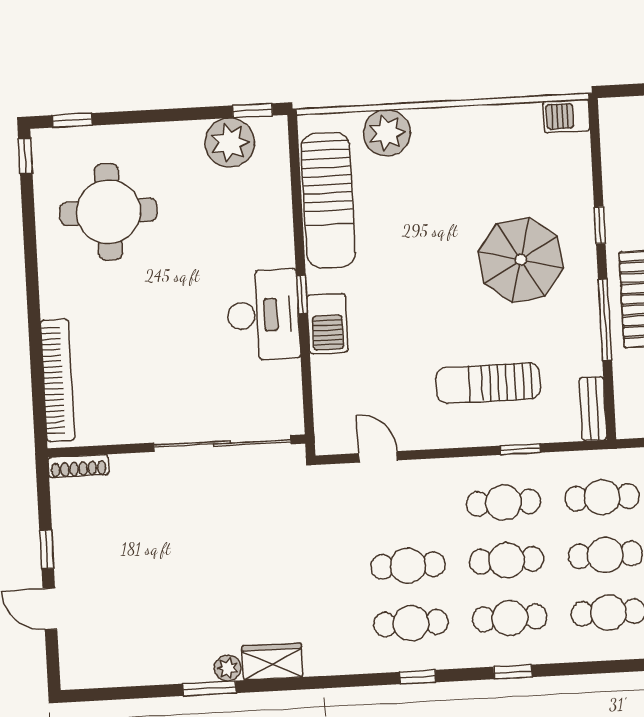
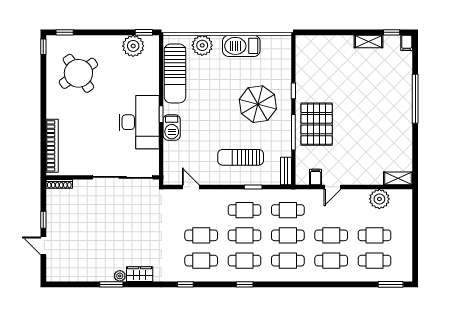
barbecue: (567, 116) -> (241, 46), moved, width x1.88, depth x1.53
round table: (108, 212) -> (78, 73), turned -35
desk: (263, 315) -> (139, 122), width x1.36, depth x1.30
window: (418, 677) -> (185, 284), moved

